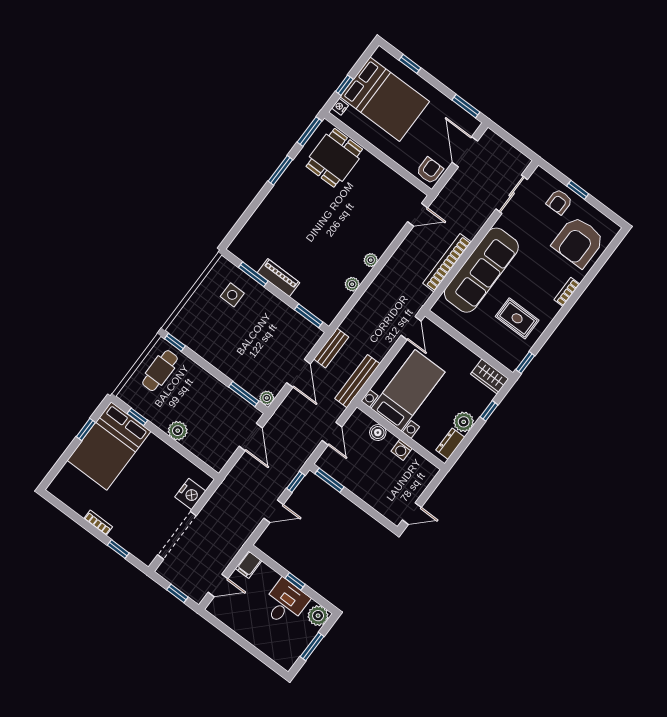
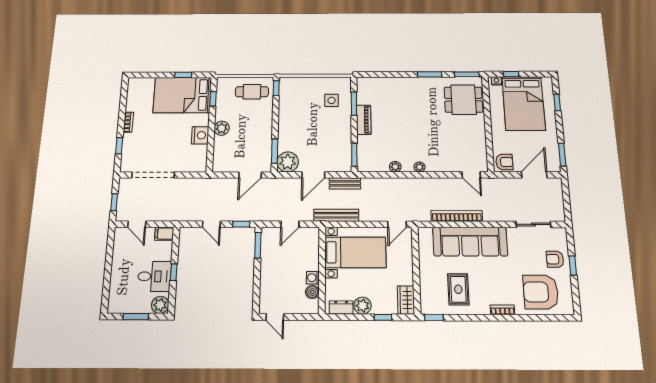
plant: (267, 398) -> (288, 162), width x1.87, depth x1.87
boiler: (378, 433) -> (312, 292), moved
nightstand: (190, 494) -> (200, 135), moved, turned -90

